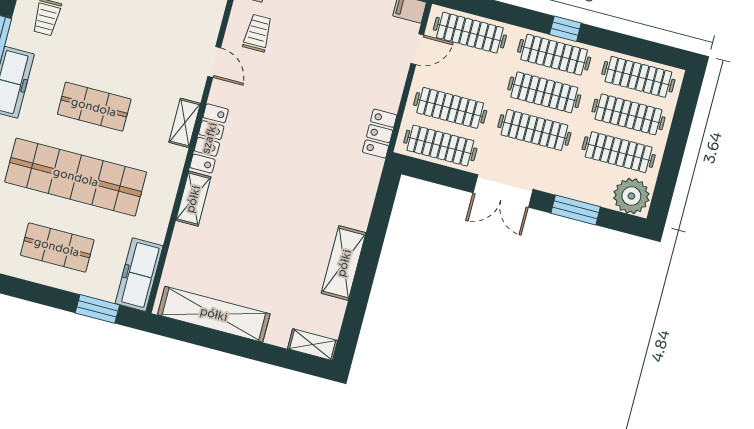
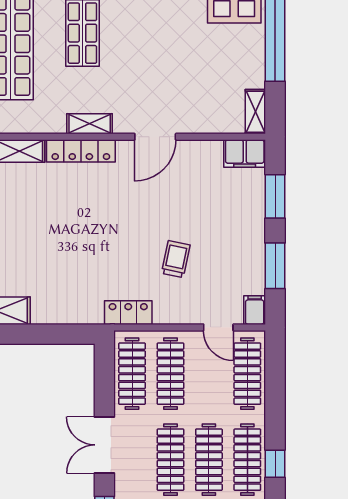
trolley: (258, 33) -> (176, 259), moved, turned -78
door: (214, 62) -> (155, 137), width x1.38

